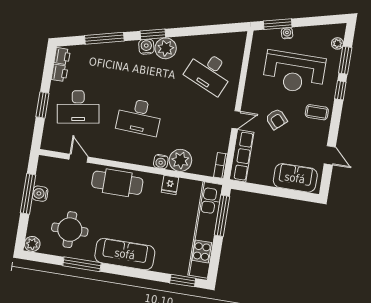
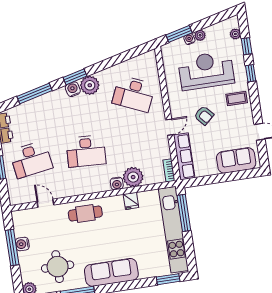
plant: (300, 33) -> (200, 35), added
window: (345, 60) -> (247, 46), width x0.67
reception desk: (294, 72) -> (206, 71), turned 180
cafe table: (117, 183) -> (85, 214), width x0.73, depth x0.74

